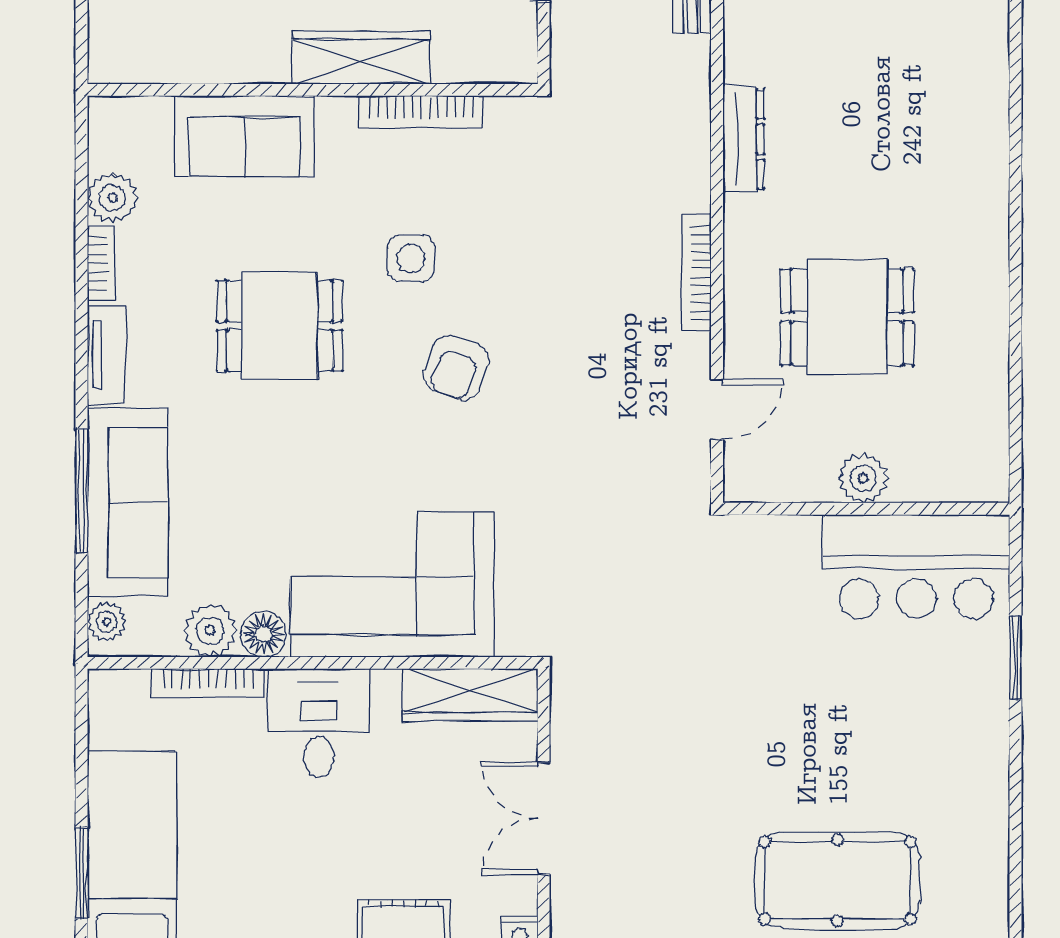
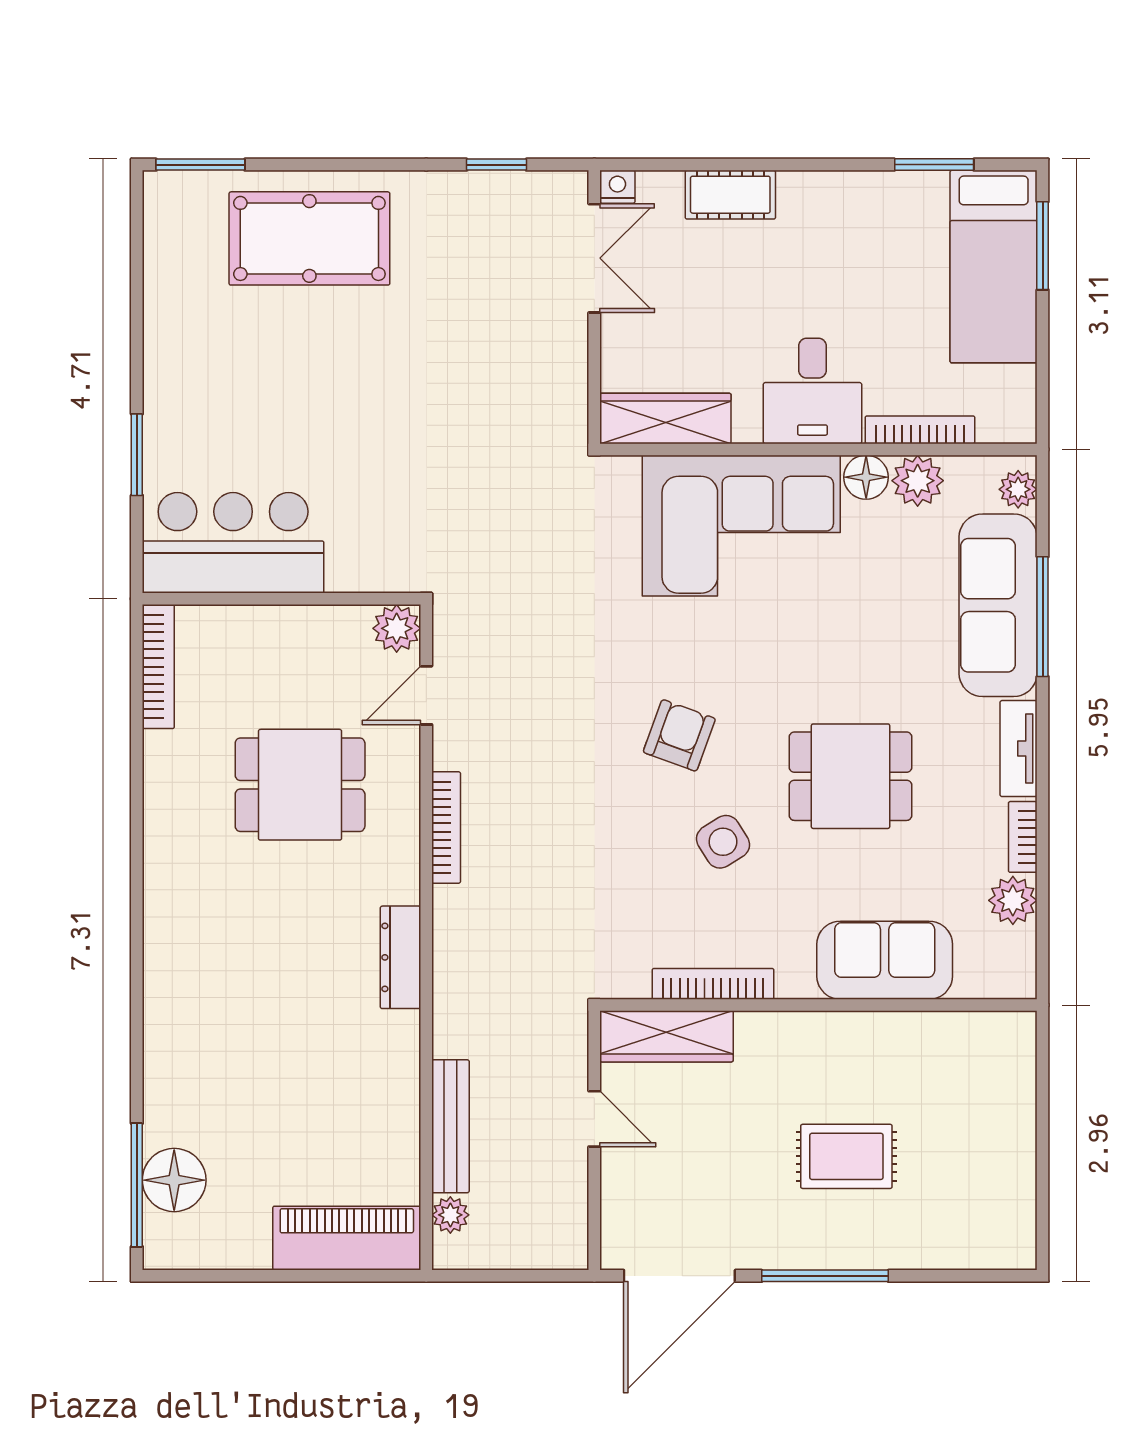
wardrobe: (361, 58) -> (666, 1036), moved
side table: (411, 258) -> (723, 842), turned -32
bookcase: (993, 439) -> (158, 667), added
plant: (863, 478) -> (397, 628), moved
double door: (544, 818) -> (594, 258), moved

